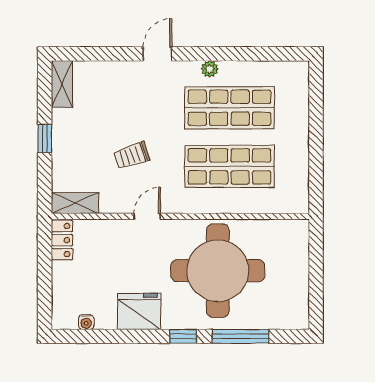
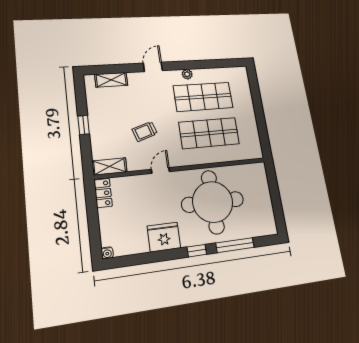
shelving: (62, 84) -> (111, 80), moved, turned 90
water cooler: (86, 322) -> (107, 253), moved

